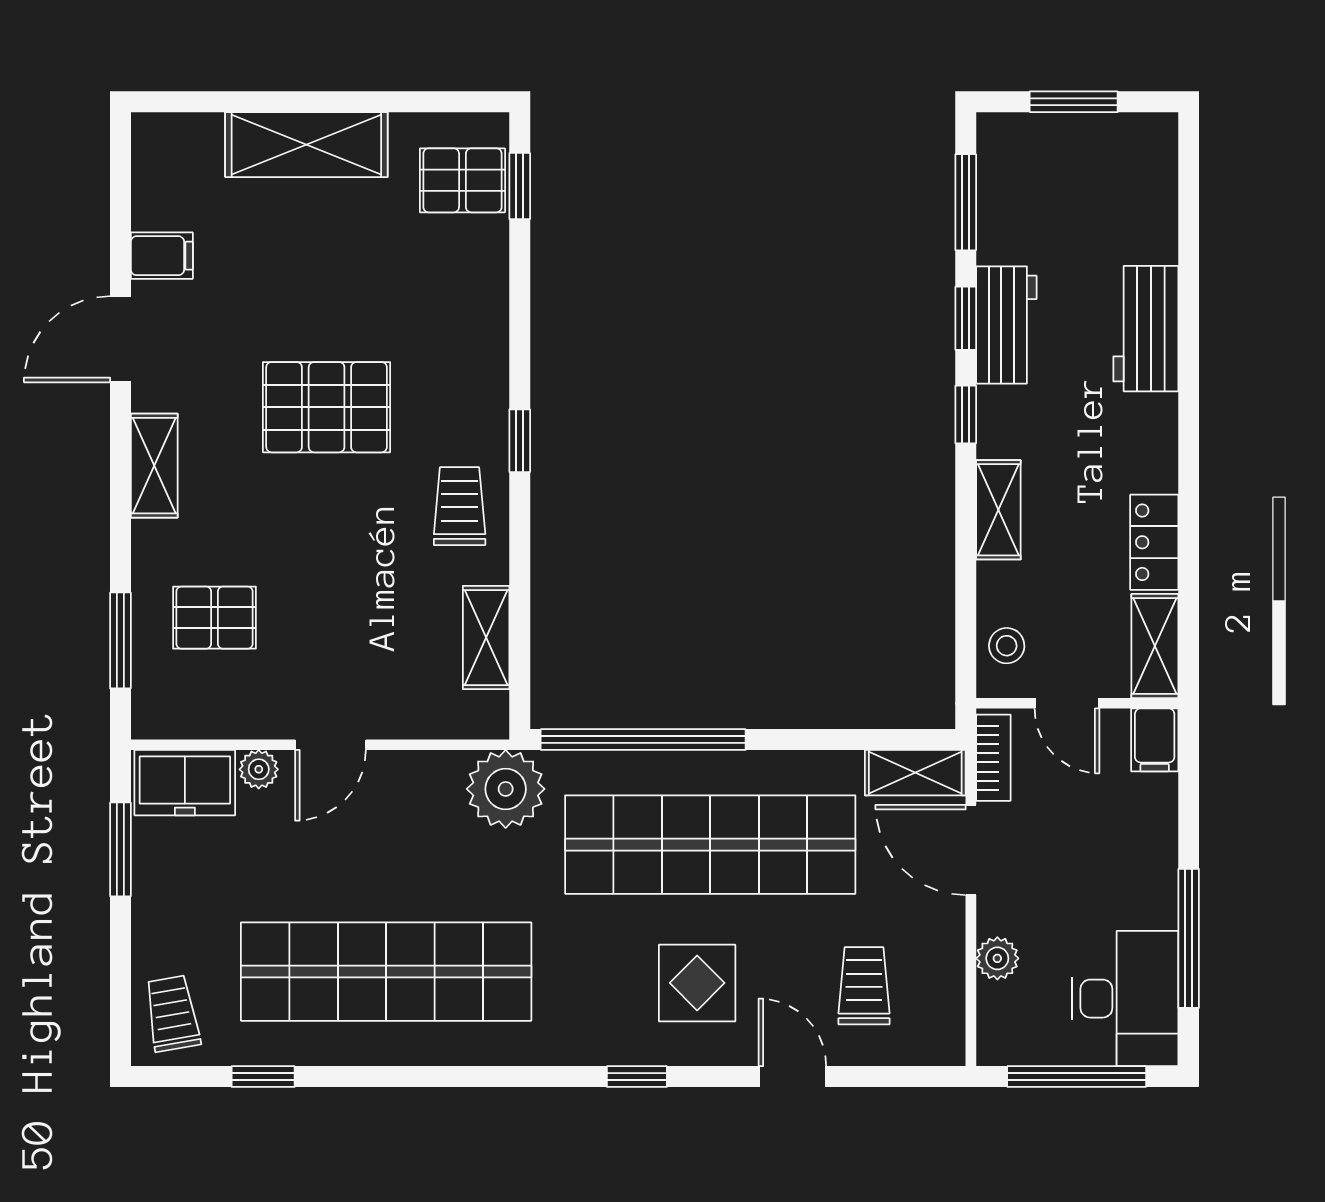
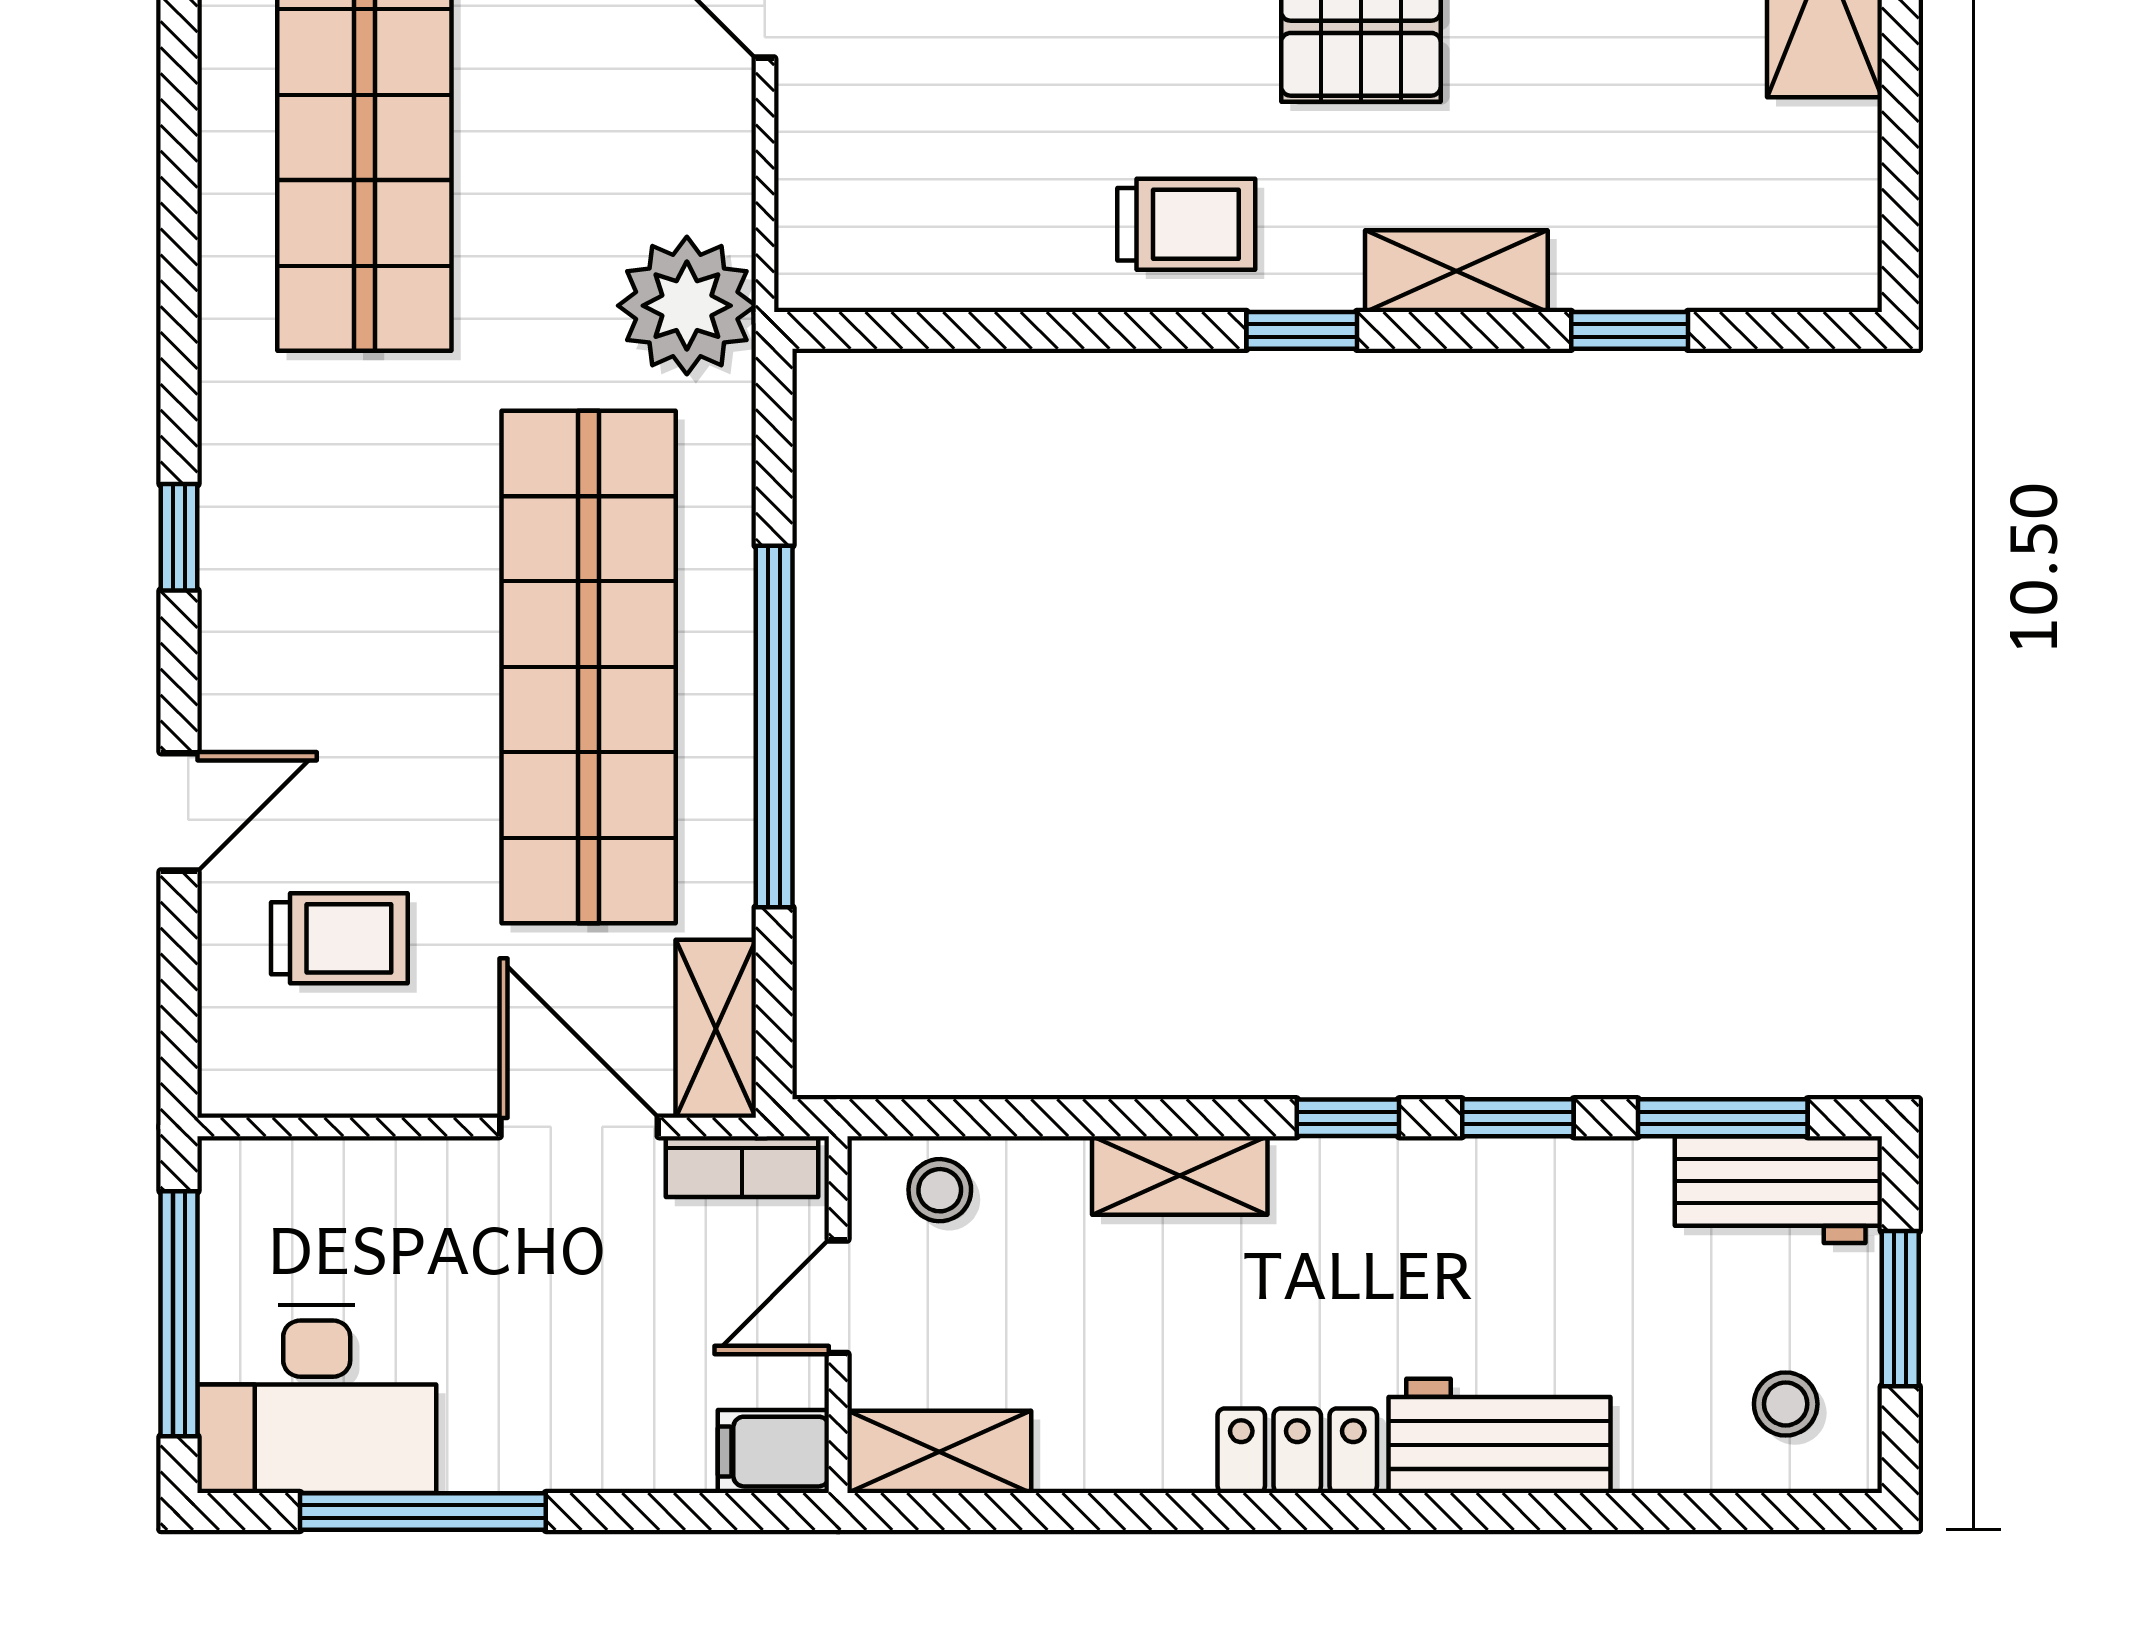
stool: (1128, 167) -> (1786, 1404), added
pallet: (462, 180) -> (1761, 229), removed
window: (520, 186) -> (1630, 330), moved
workbench: (1006, 325) -> (1778, 1190), moved
locker: (1154, 542) -> (1297, 1451), moved
shelving: (486, 638) -> (1456, 271), moved
window: (643, 740) -> (774, 726), moved
door: (971, 850) -> (579, 1127), hinge flipped
plant: (997, 958) -> (388, 1174), removed
display table: (697, 983) -> (344, 644), removed

